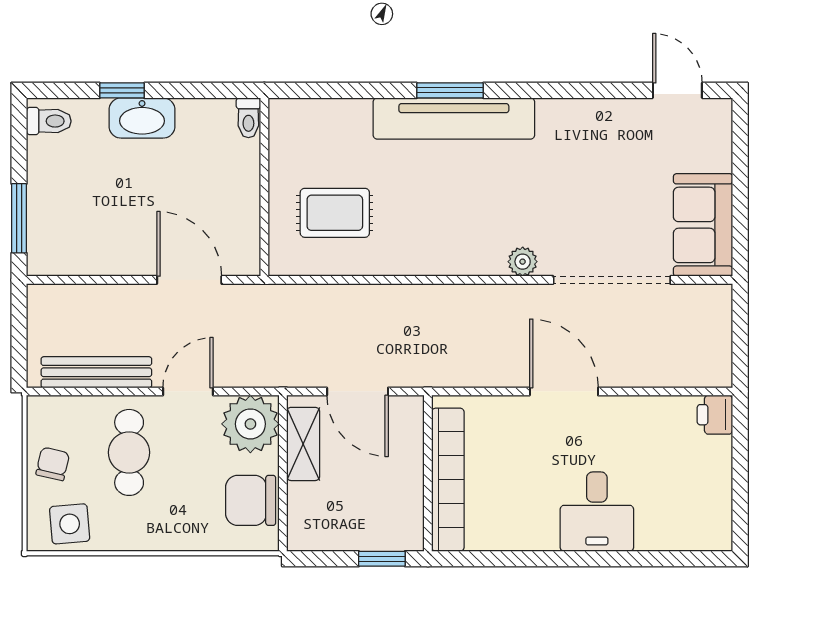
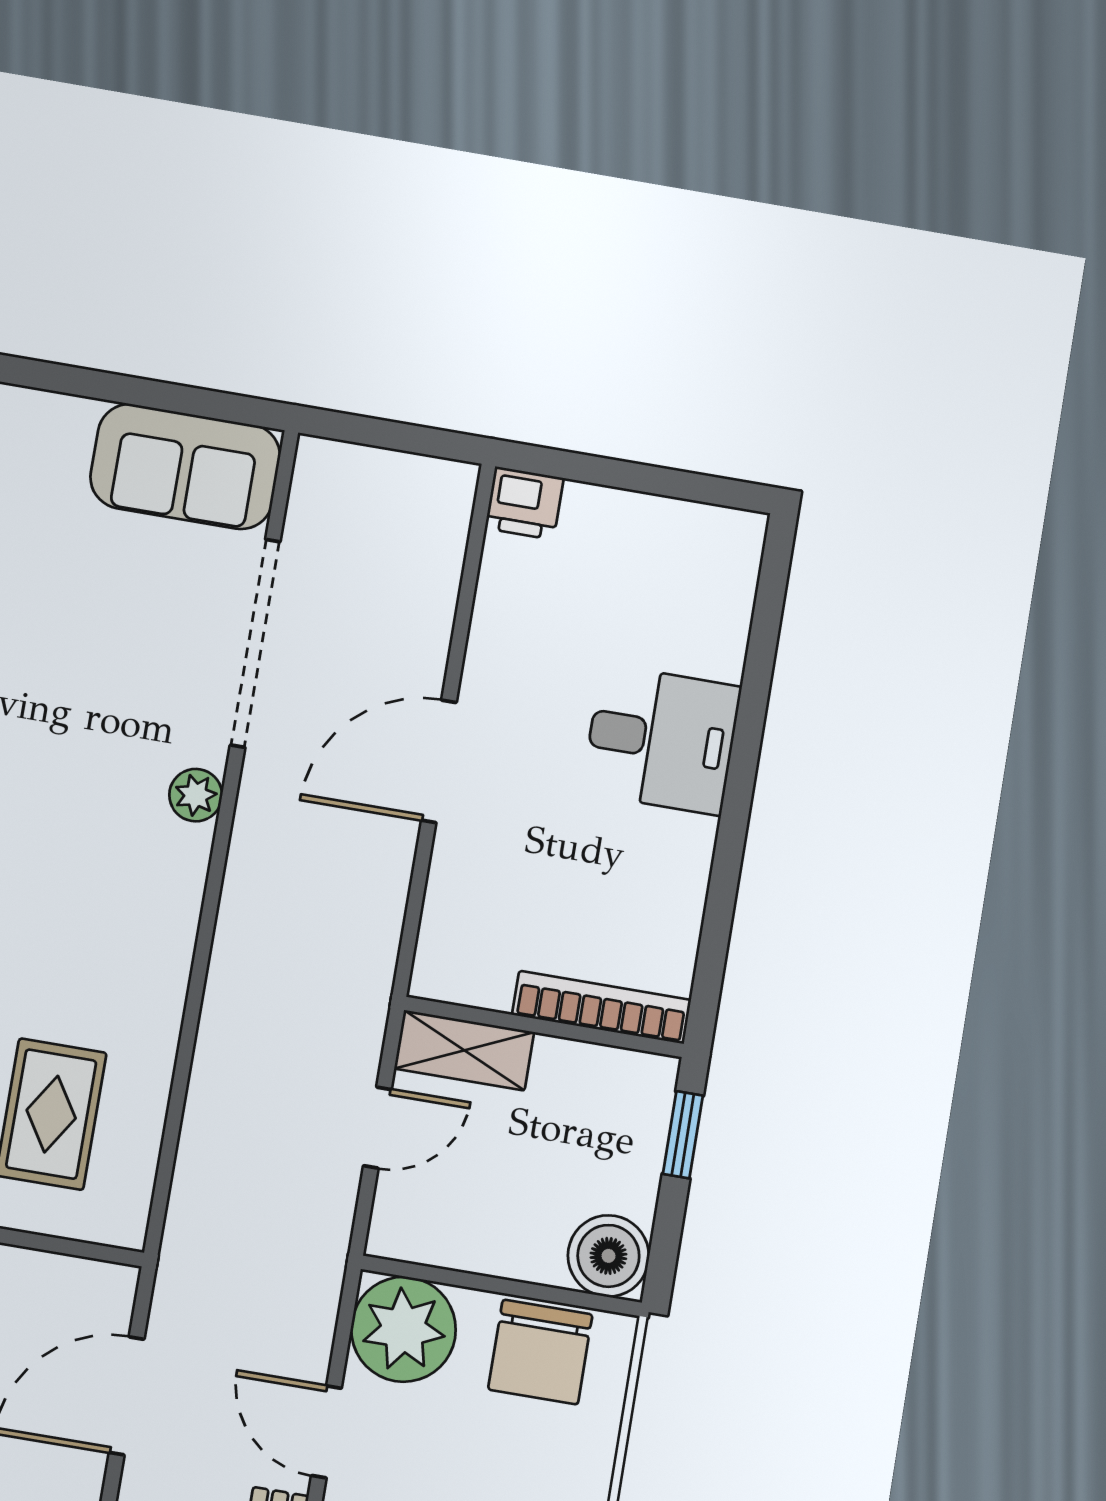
door: (358, 391) -> (377, 1128), width x0.73
shelving: (303, 444) -> (464, 1050), moved
bookcase: (448, 480) -> (602, 1007), width x0.68, depth x0.76
boiler: (309, 529) -> (608, 1256), added

